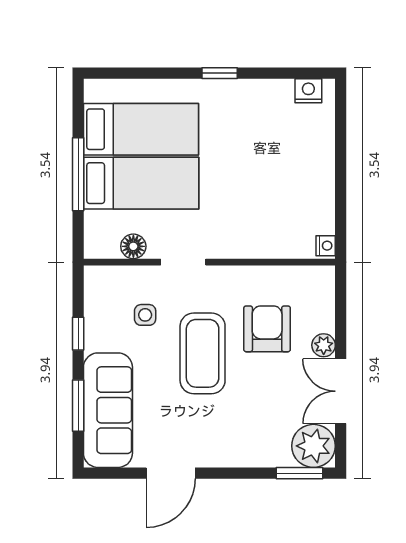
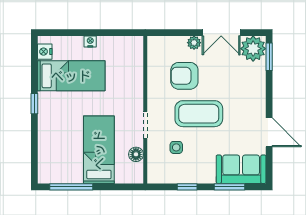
bed: (141, 129) -> (71, 76), moved, turned 90
window: (78, 174) -> (71, 187), moved
nightstand: (326, 246) -> (90, 41), moved
sofa: (108, 410) -> (241, 169), width x0.73

